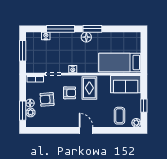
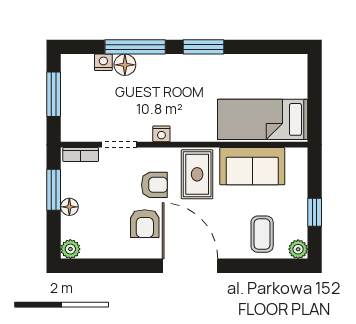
floor lamp: (86, 37) -> (125, 65), moved
sofa: (126, 84) -> (252, 166), moved
armchair: (47, 99) -> (145, 224), moved, turned -86
window: (23, 111) -> (54, 190), moved
plant: (30, 112) -> (70, 249), moved
door: (86, 130) -> (190, 266), width x1.87

